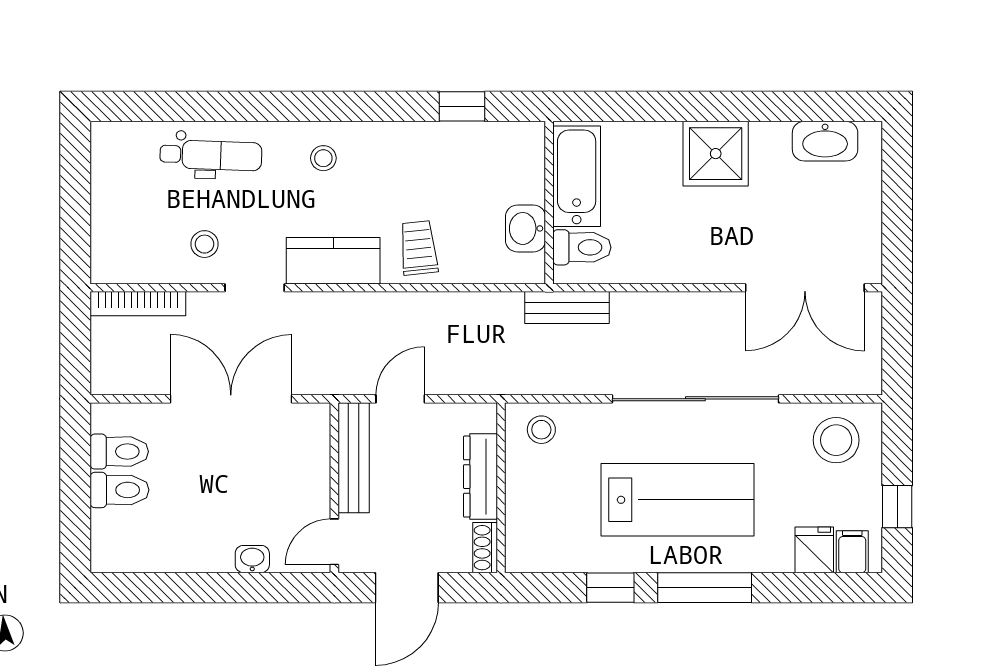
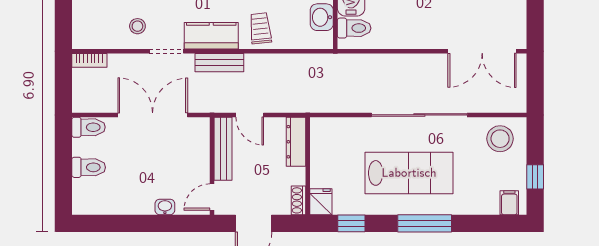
bookcase: (138, 304) -> (89, 60), width x0.64
bench: (567, 308) -> (219, 63), moved
door: (400, 399) -> (250, 115), swing flipped
stool: (541, 430) -> (331, 133), removed
toilet: (119, 452) -> (89, 127), moved
dresser: (481, 477) -> (296, 142), moved
fridge: (814, 550) -> (321, 202), moved
window: (610, 588) -> (351, 223), moved

